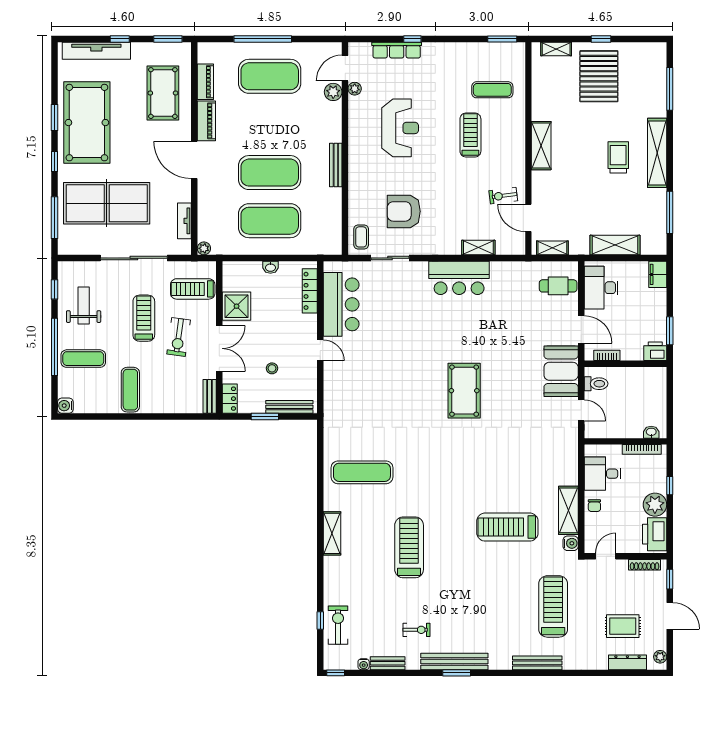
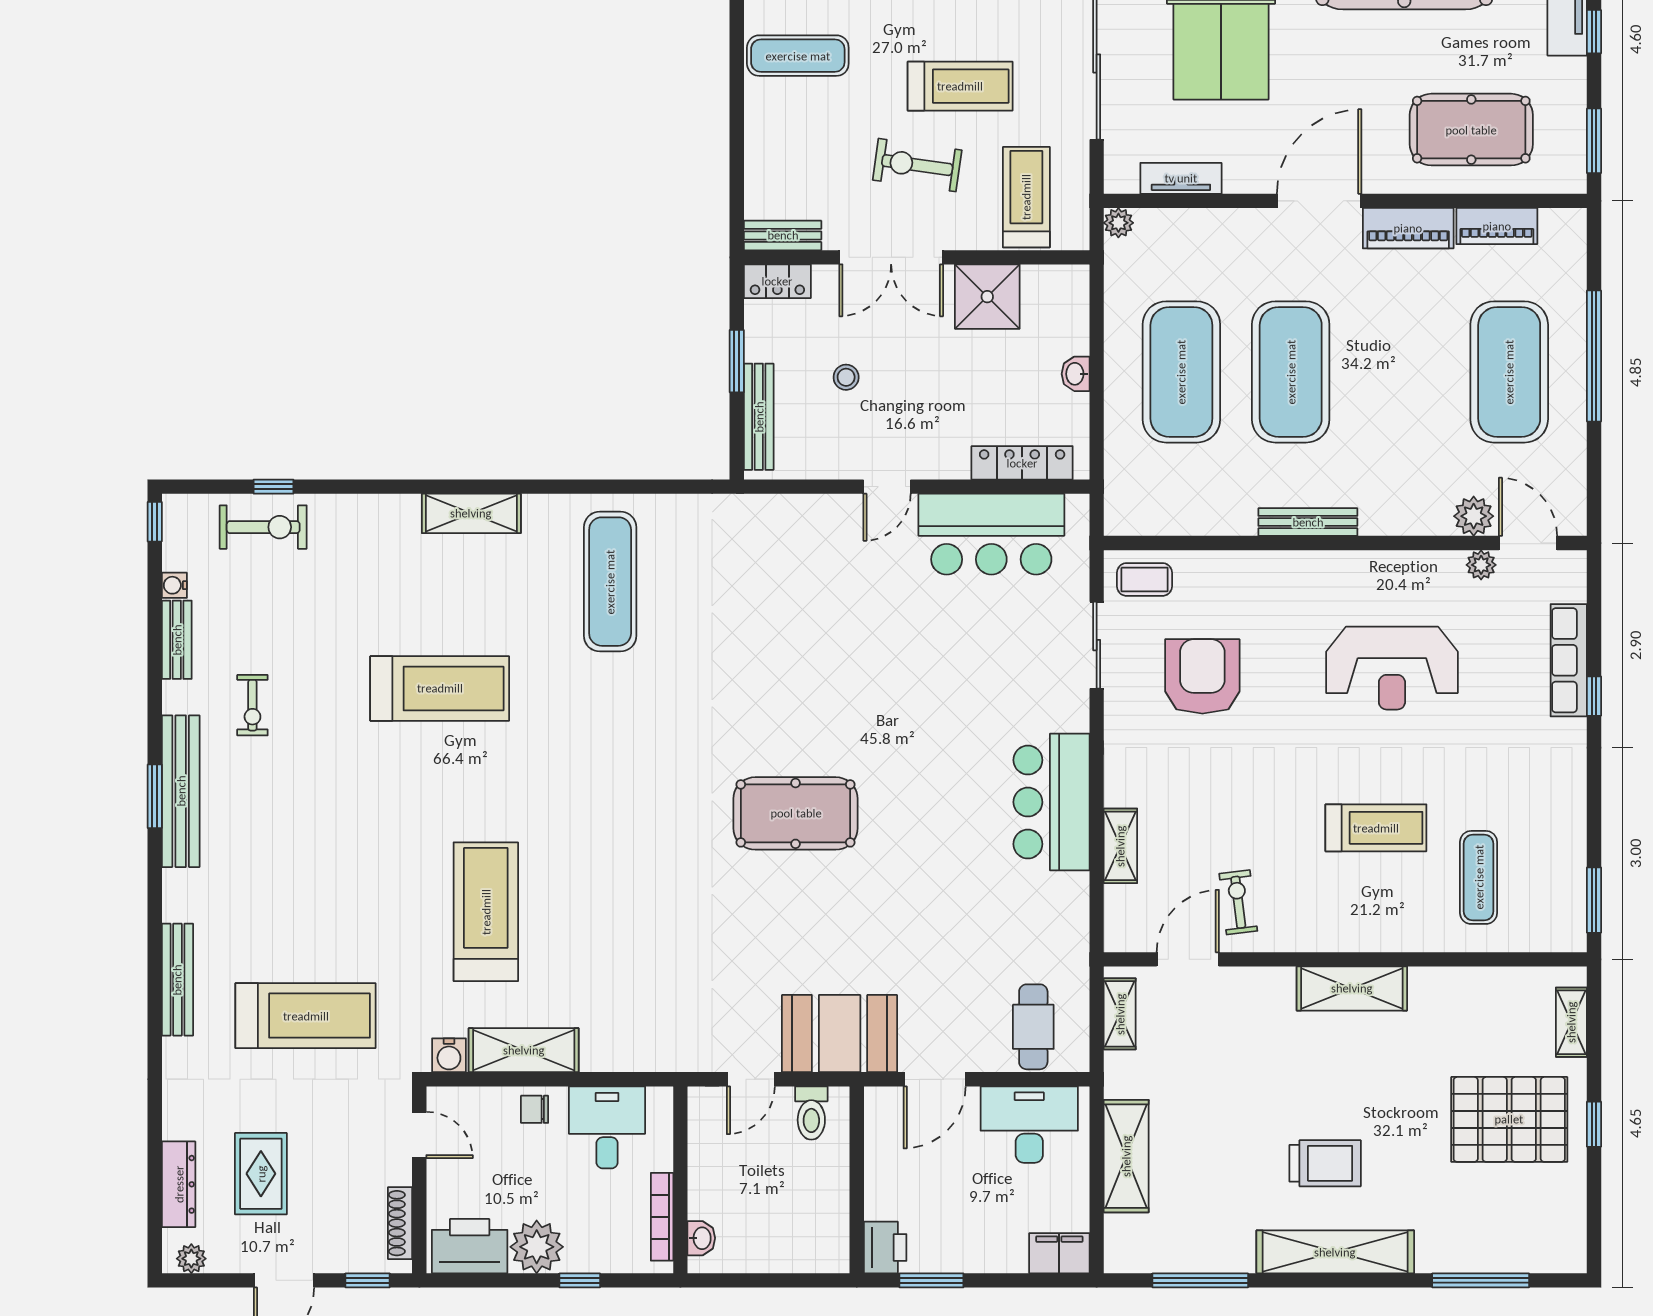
bookcase: (607, 355) -> (876, 1138), removed

